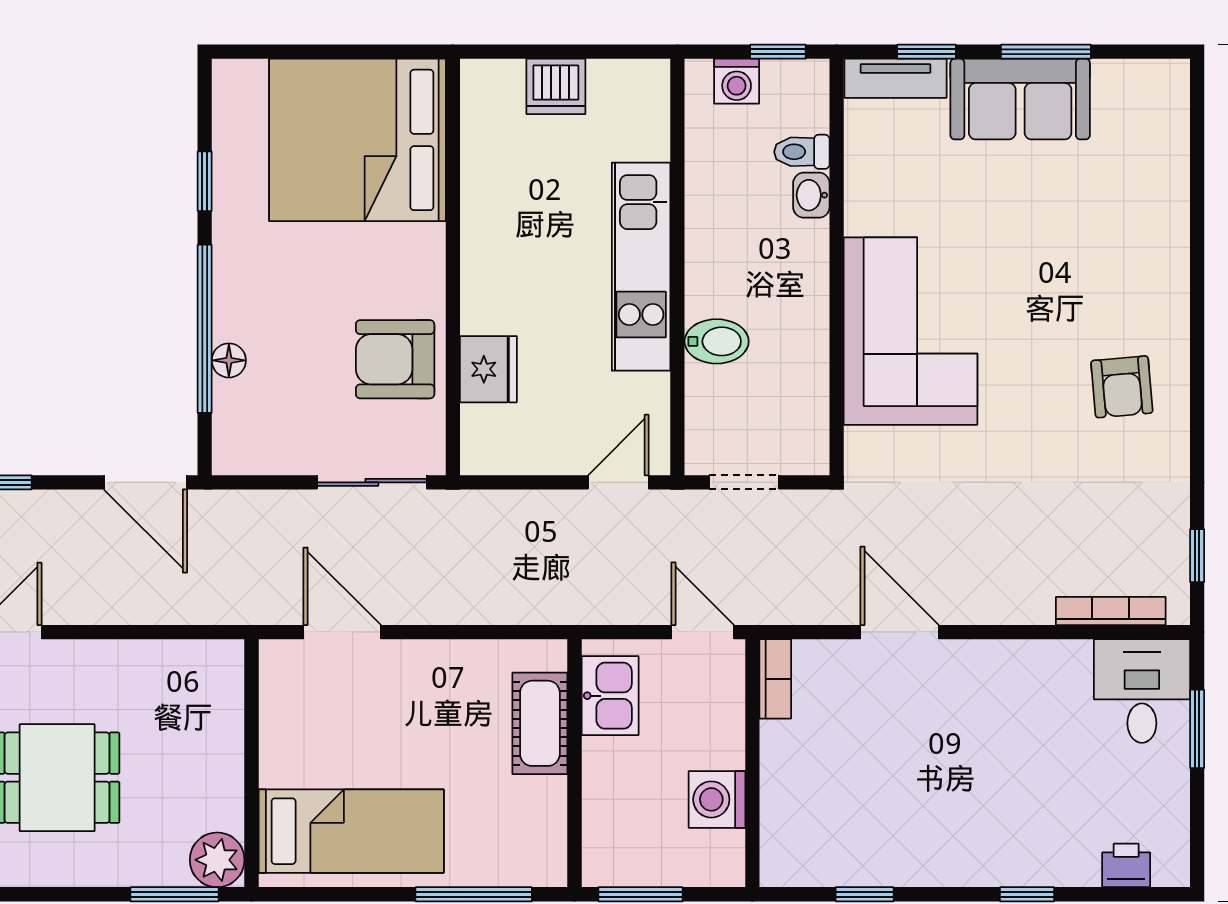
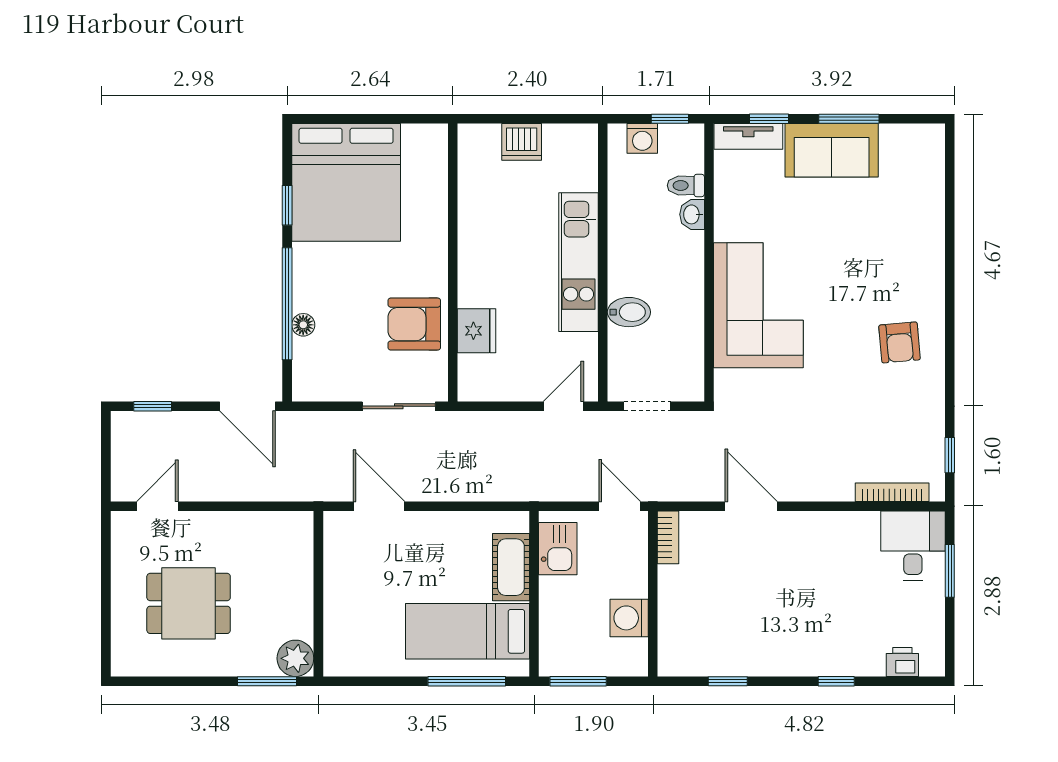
bed: (357, 140) -> (346, 182), moved, turned -90
bed: (351, 831) -> (468, 631), moved, turned 180

